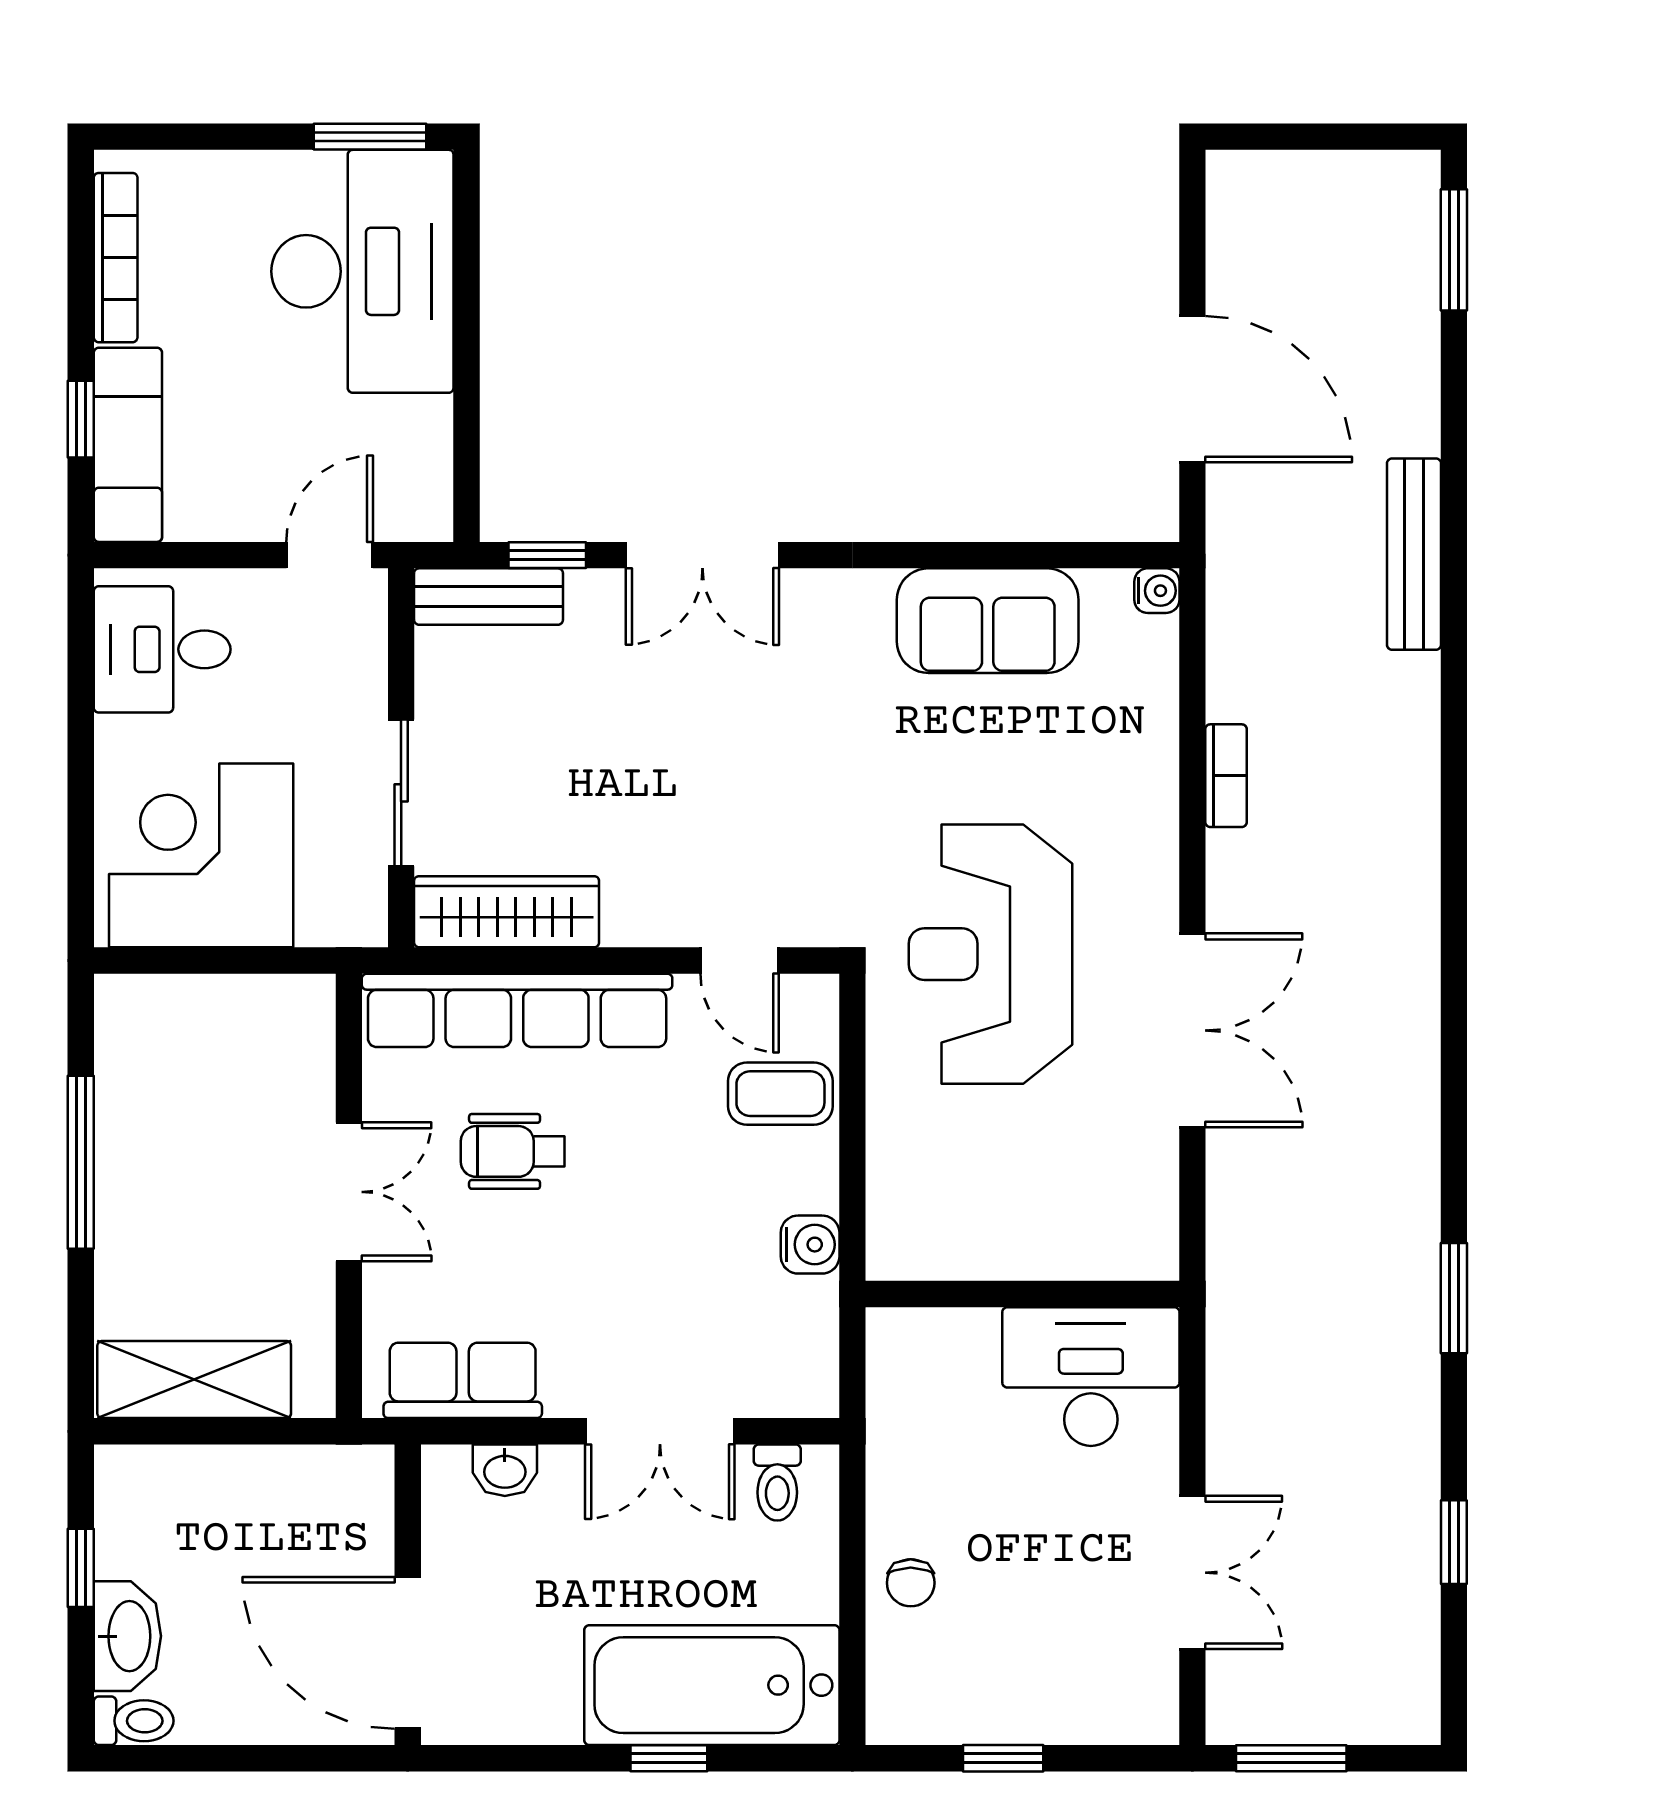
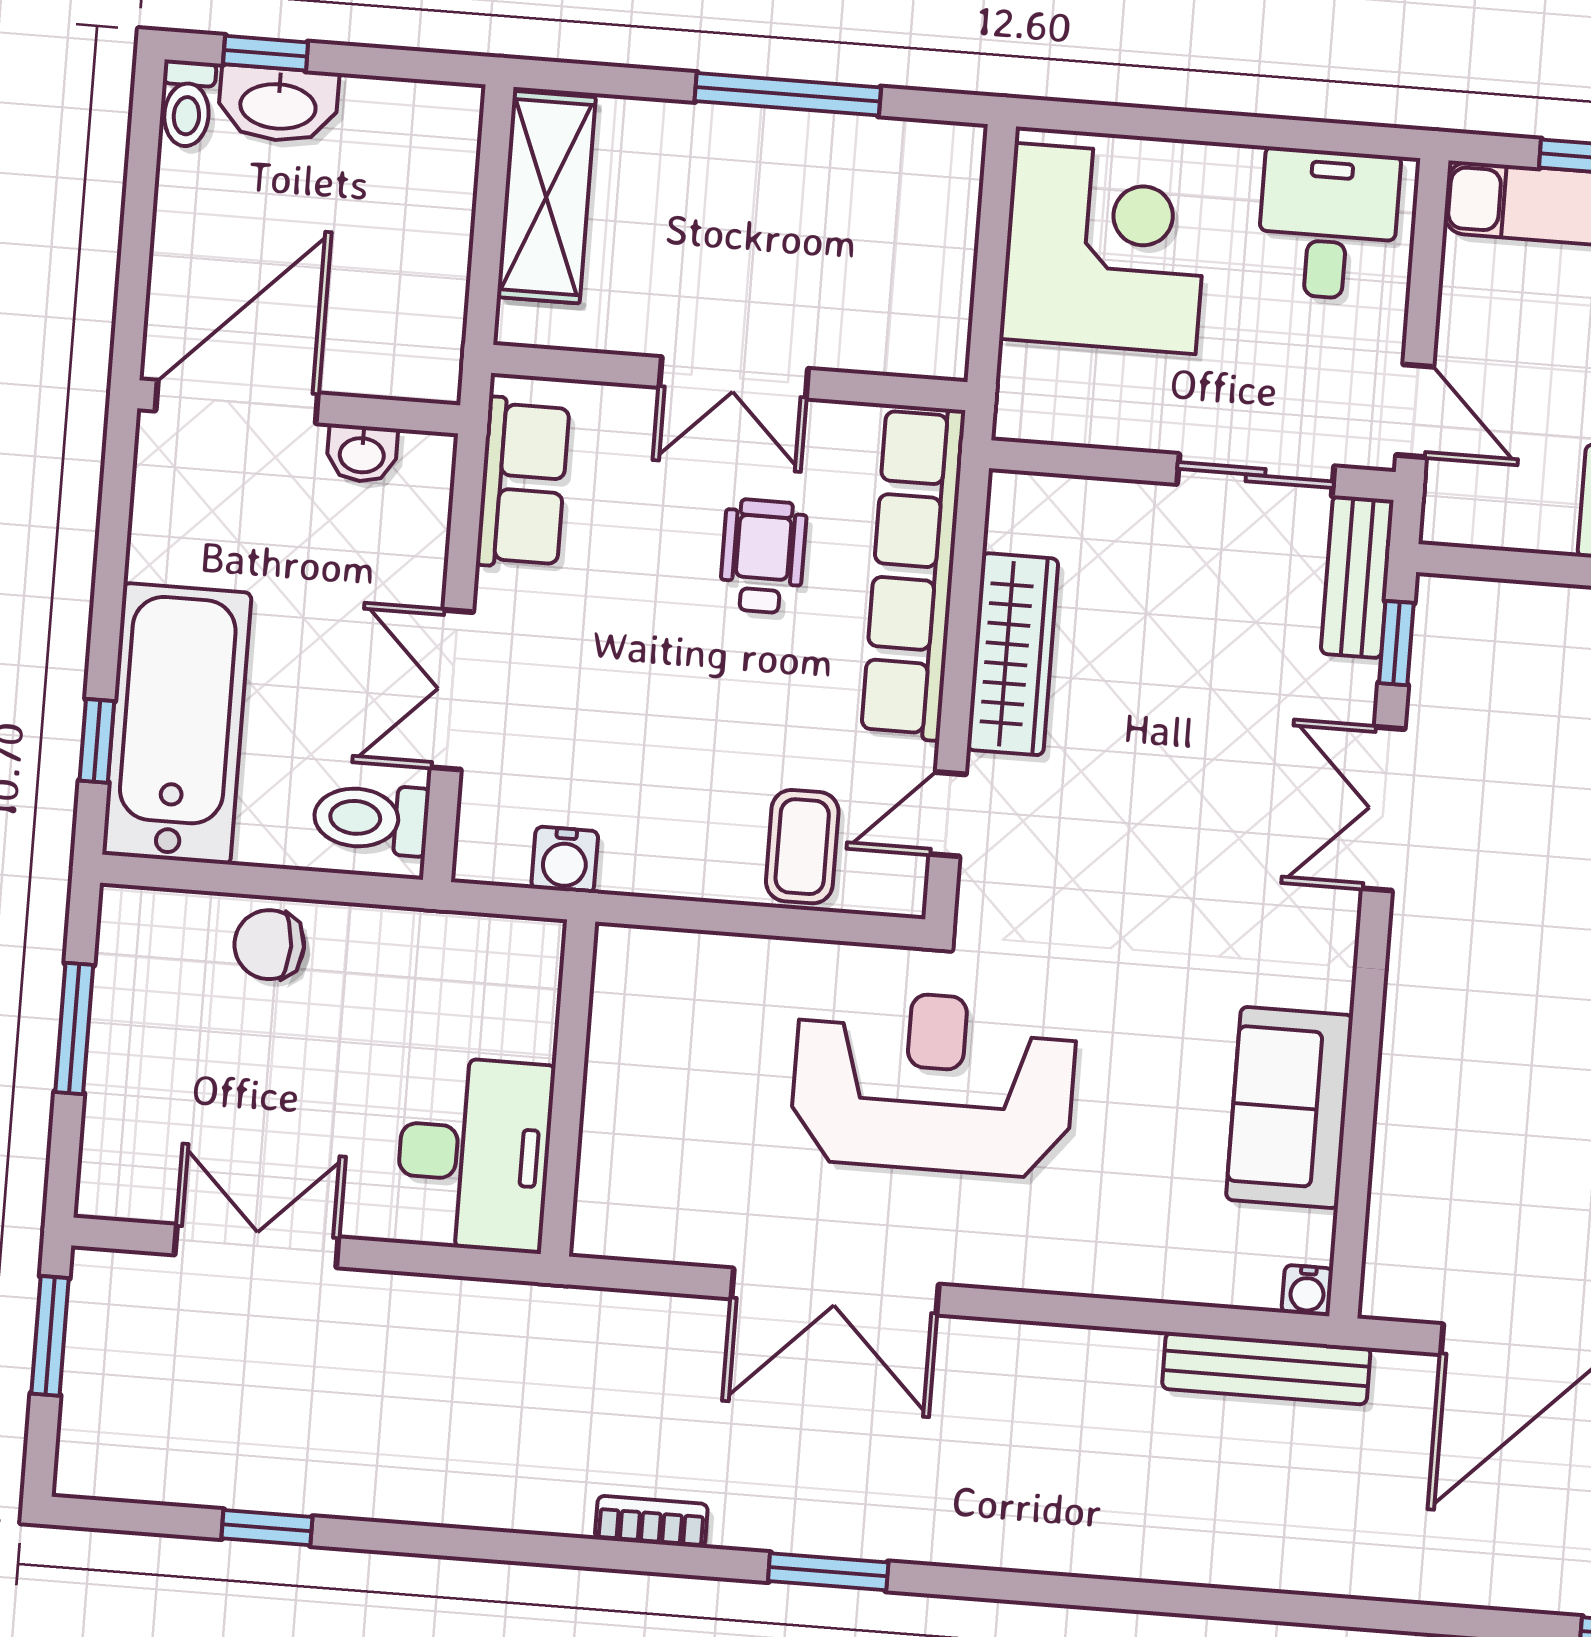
bench: (1414, 554) -> (1266, 1368), moved
bookcase: (1226, 776) -> (651, 1522), moved, turned 180
sliding door: (401, 793) -> (1256, 475), moved
wardrobe: (507, 912) -> (1013, 654), moved
water cooler: (810, 1245) -> (565, 860), moved
window: (1454, 1298) -> (828, 1572), moved
washbasin: (505, 1470) -> (362, 454), moved, turned -90
toilet: (777, 1483) -> (371, 819), width x1.37, depth x1.39
window: (81, 1568) -> (266, 53), moved
double door: (1192, 1573) -> (257, 1246), swing flipped
chair: (911, 1583) -> (269, 945), width x1.37, depth x1.37
window: (669, 1758) -> (97, 741), moved
window: (1003, 1758) -> (74, 1029), width x1.50

